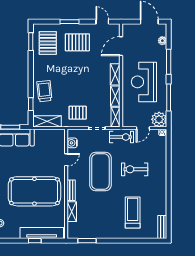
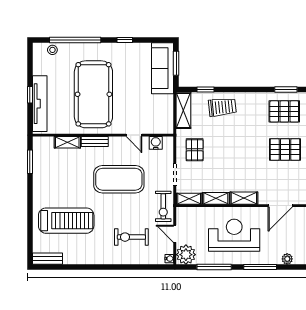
pallet: (77, 42) -> (285, 150), turned 90
door: (121, 46) -> (280, 206), swing flipped
exercise bike: (135, 169) -> (131, 237), moved, turned -90
treadmill: (133, 212) -> (66, 221), width x1.37, depth x1.38

